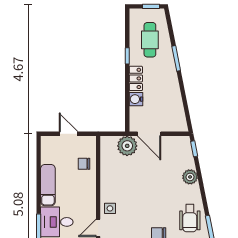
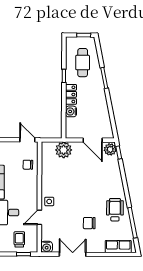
door: (68, 134) -> (27, 140), moved
door: (149, 134) -> (93, 140), moved
plant: (190, 177) -> (110, 149), moved
wheelchair: (190, 218) -> (115, 210), turned 180

